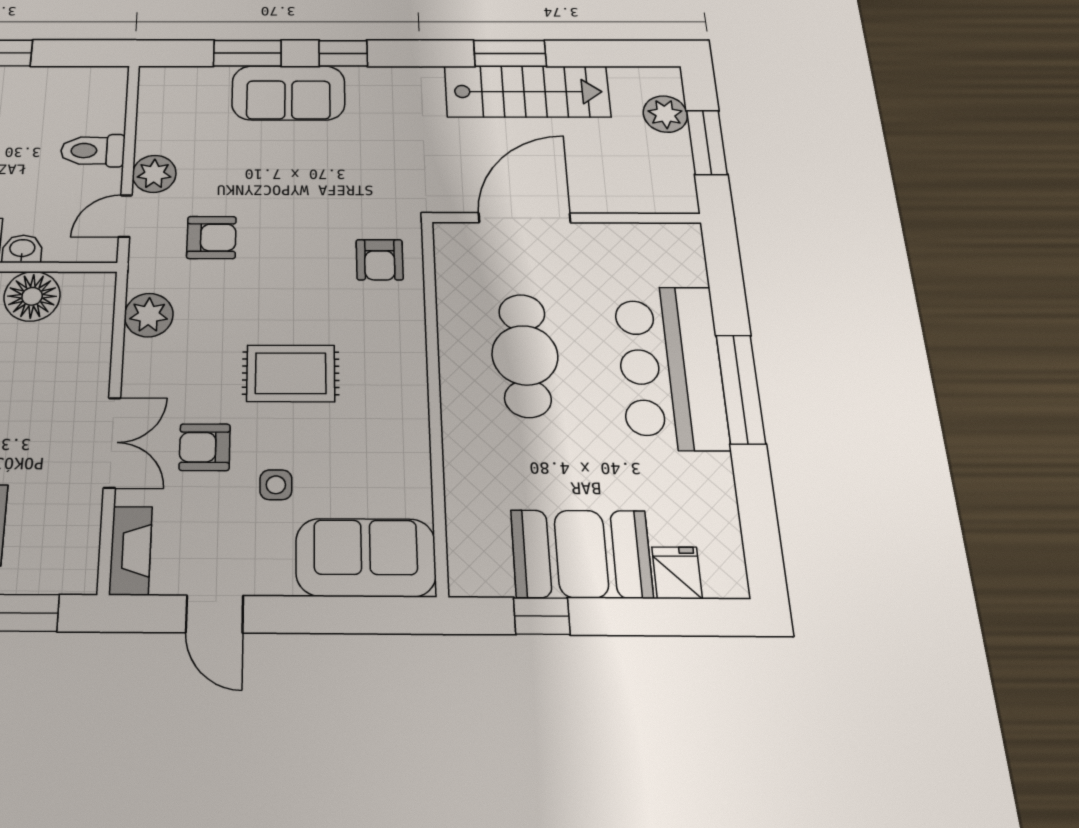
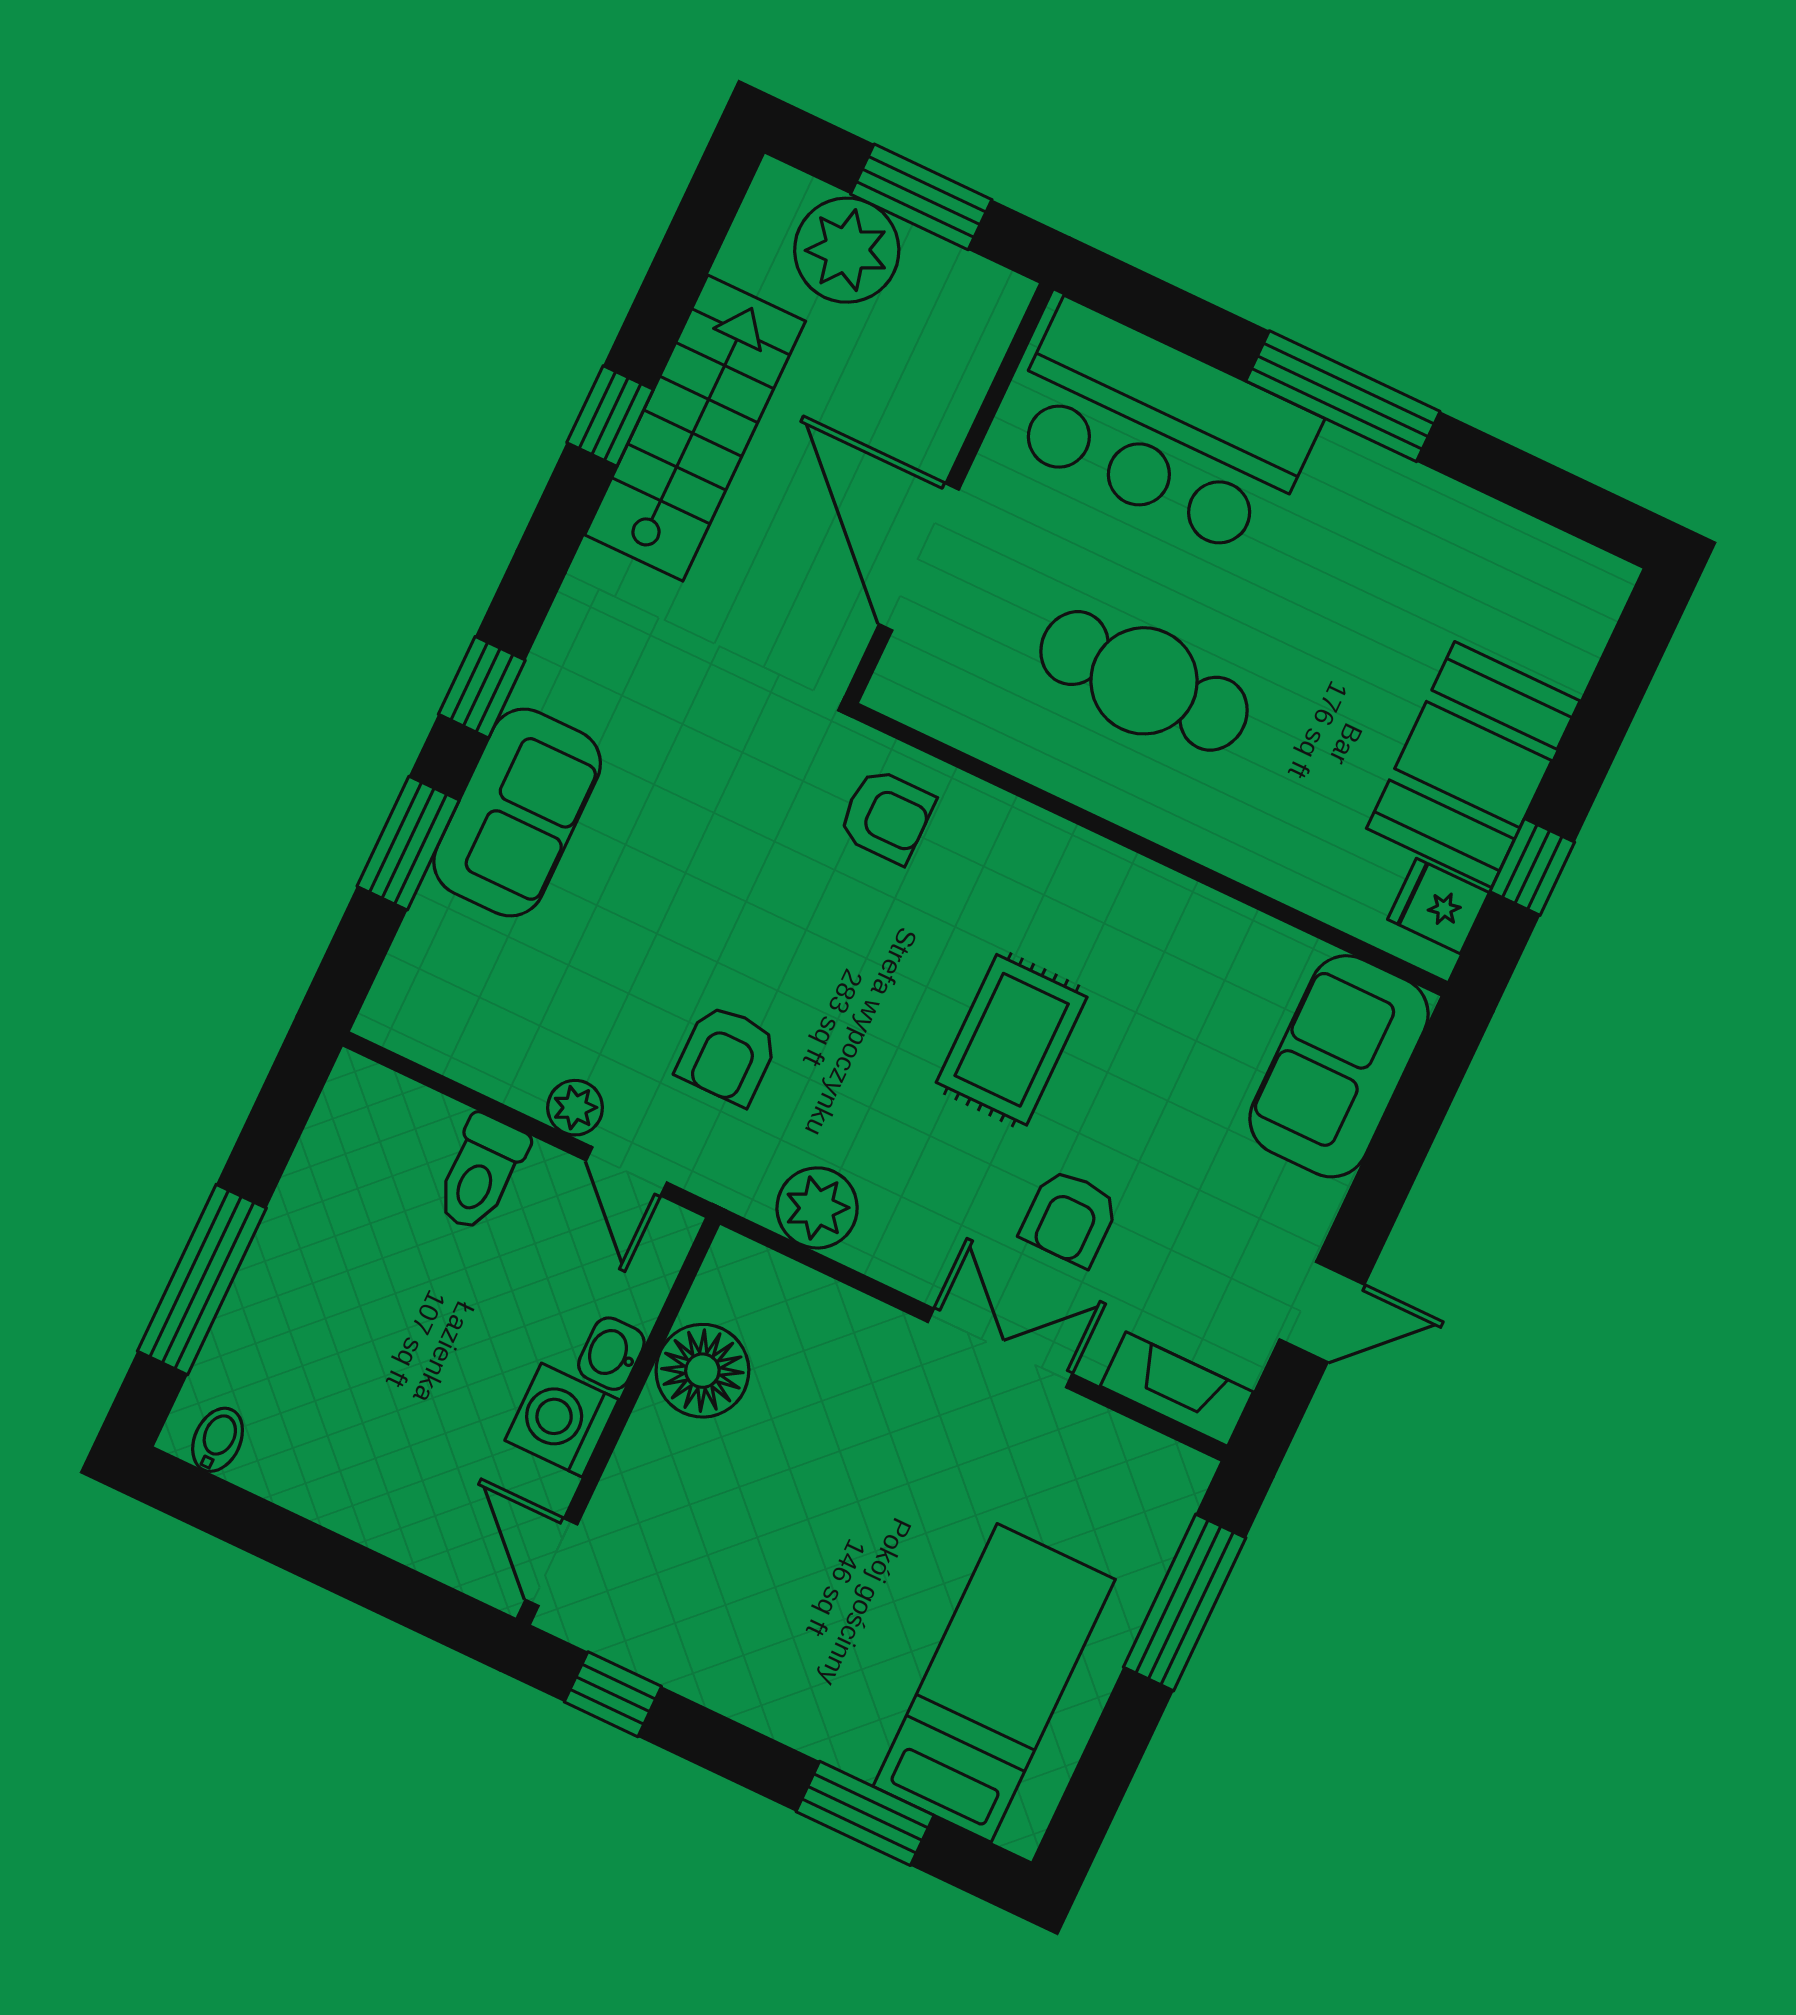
window: (510, 53) -> (610, 416), width x0.67
plant: (665, 114) -> (847, 250), width x1.36, depth x1.36
plant: (154, 174) -> (575, 1108), width x0.73, depth x0.73
armchair: (211, 238) -> (727, 1055), turned 180
bar counter: (671, 367) -> (1160, 429), moved
side table: (276, 485) -> (1174, 1142), removed
fridge: (677, 573) -> (1438, 906), moved

